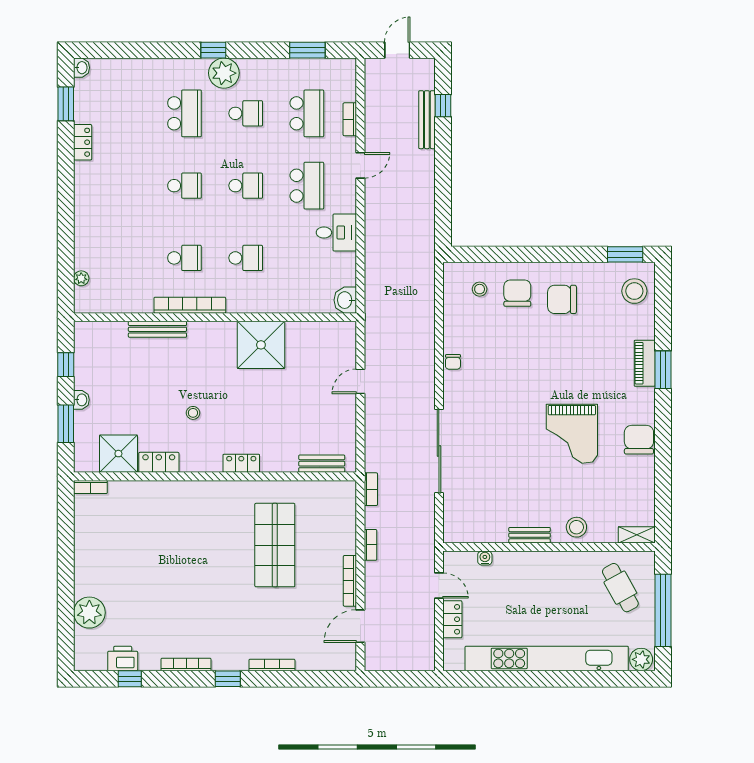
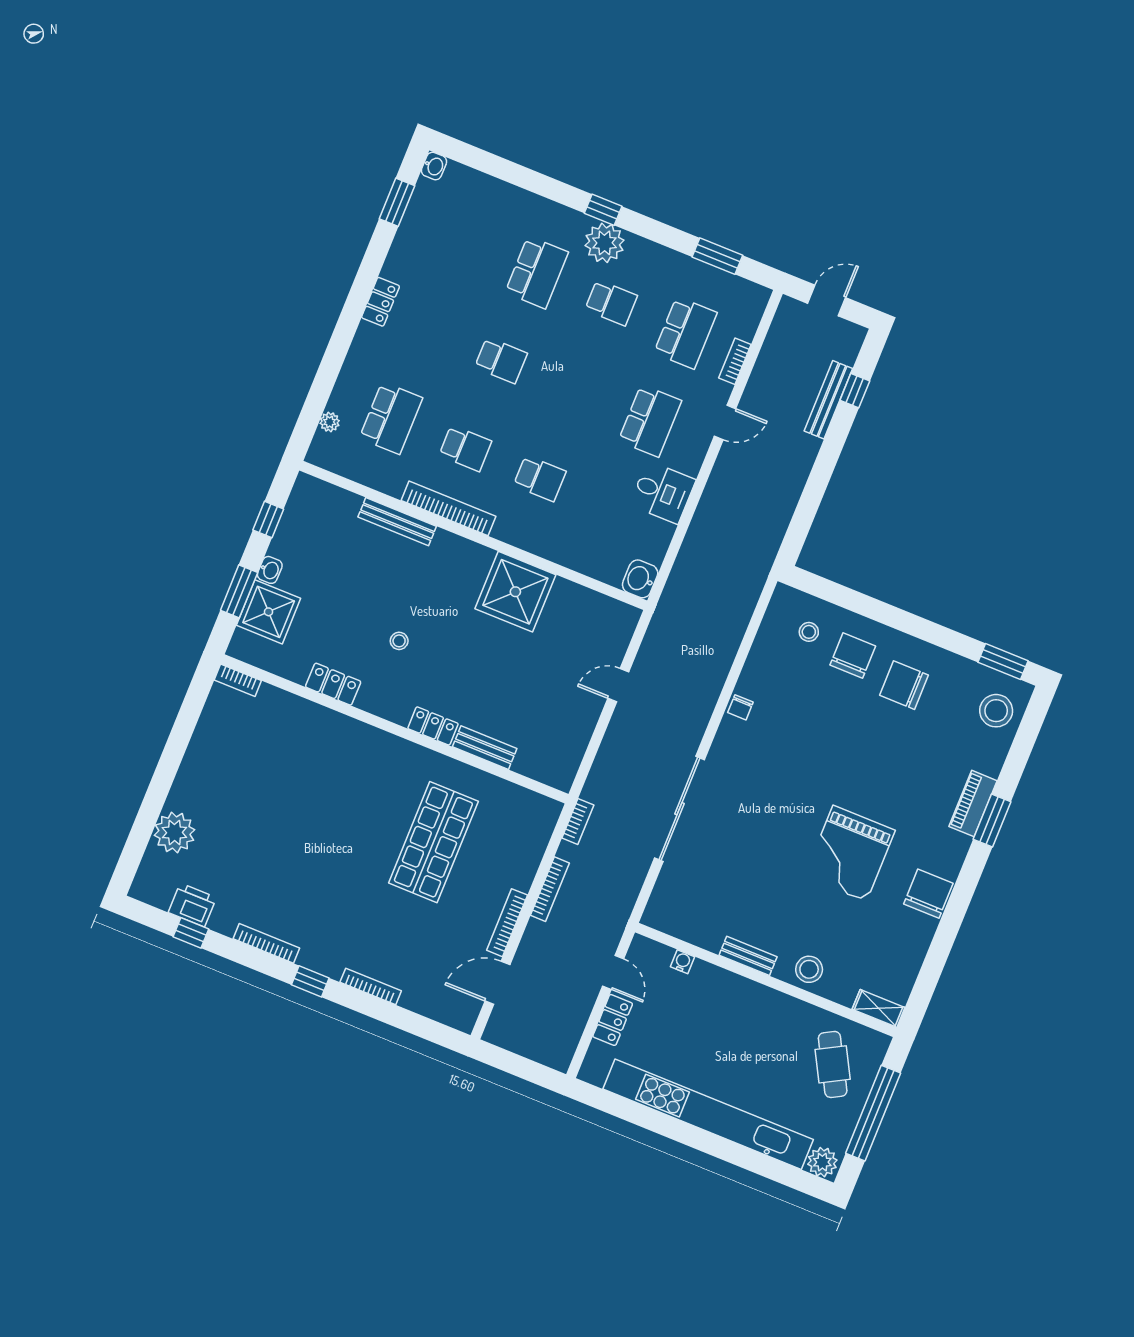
locker: (83, 142) -> (380, 302), moved
school desk: (246, 186) -> (391, 418), moved, width x1.85
shower: (118, 454) -> (269, 612), moved
bench: (322, 464) -> (485, 748), moved
bookcase: (371, 545) -> (550, 889), width x1.56

